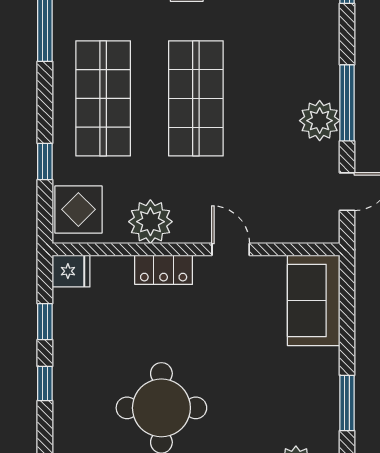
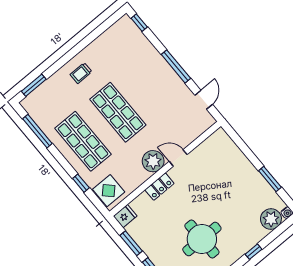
plant: (320, 121) -> (171, 82), removed
plant: (150, 222) -> (153, 161), moved
sofa: (314, 300) -> (225, 151), removed
window: (45, 322) -> (131, 243), width x1.50

